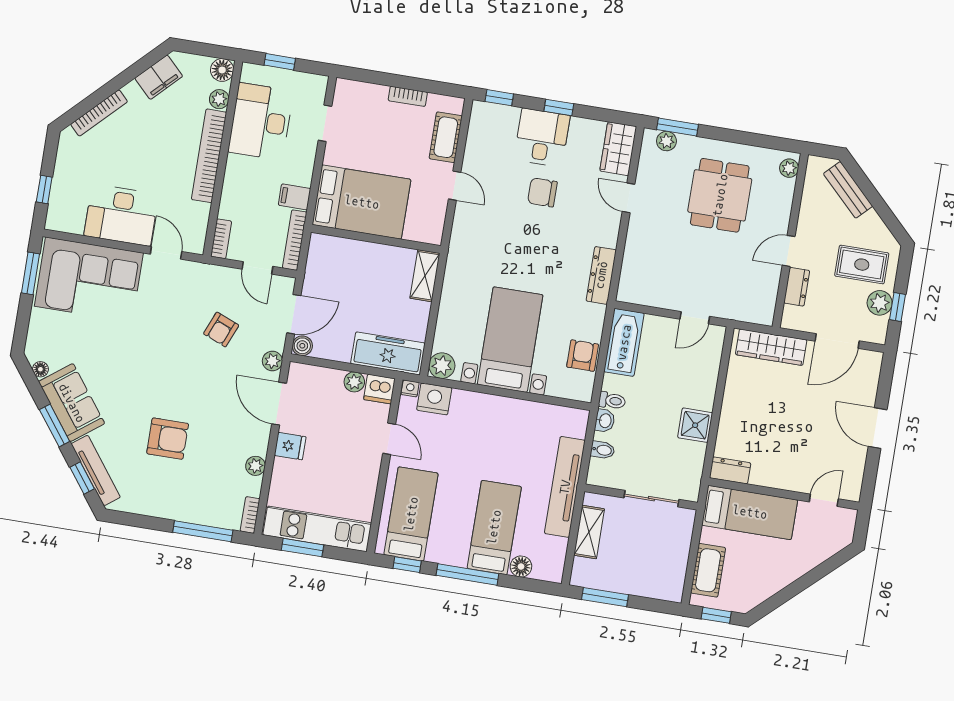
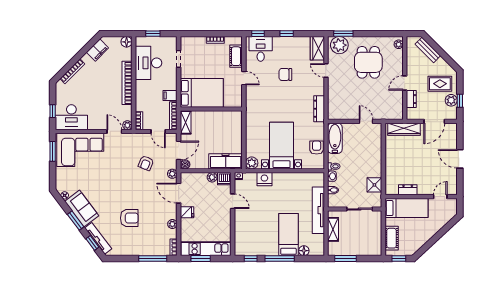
plant: (219, 99) -> (127, 125), moved
desk: (542, 137) -> (261, 49), moved
plant: (666, 141) -> (339, 45), width x1.87, depth x1.87
desk: (121, 215) -> (71, 117), moved
shelving: (425, 276) -> (186, 122), moved
door: (695, 318) -> (366, 121), swing flipped
nightstand: (434, 399) -> (264, 179), moved
shower: (695, 425) -> (374, 185), moved
dresser: (730, 470) -> (408, 190), moved
bed: (411, 514) -> (249, 235), removed

